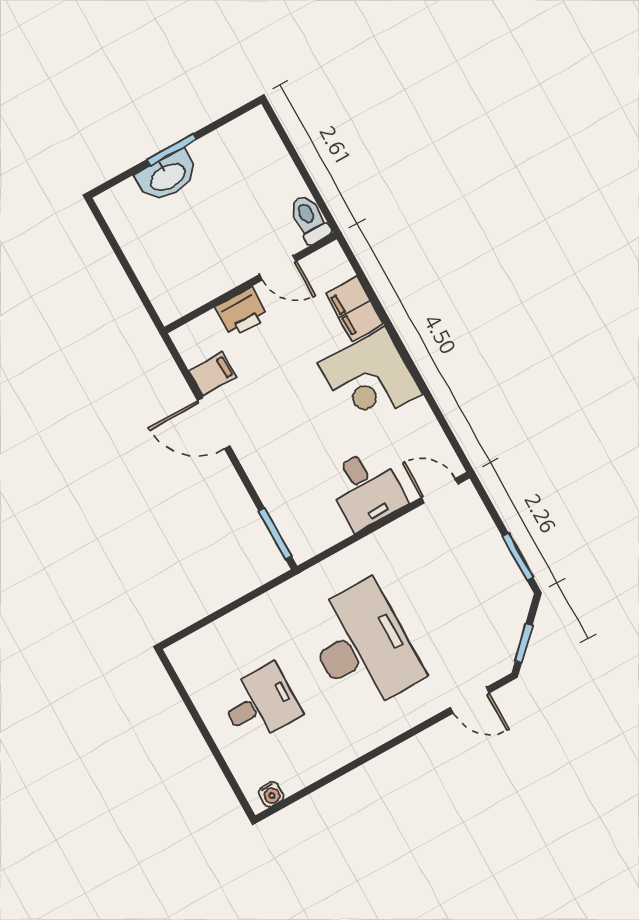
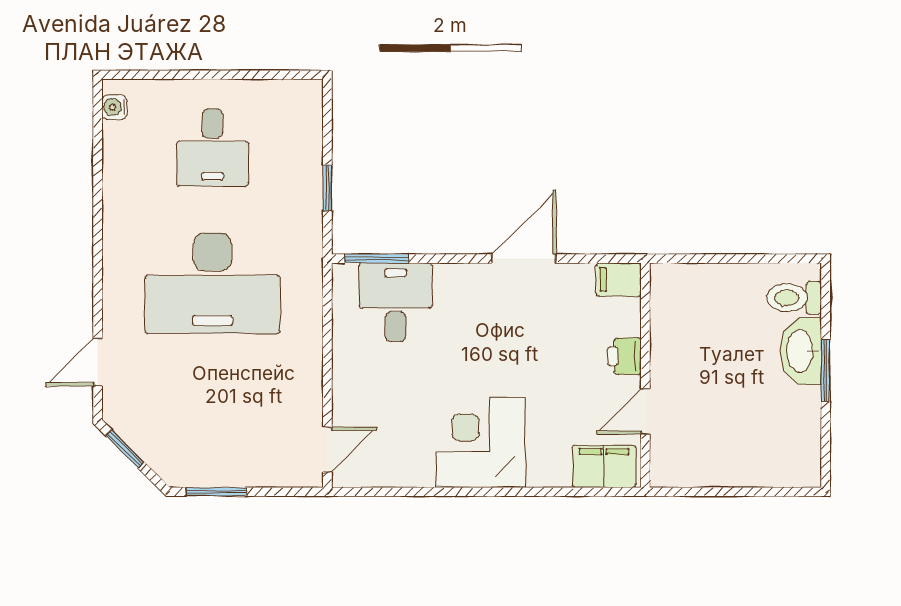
toilet: (309, 219) -> (794, 298), moved, turned 180
filing cabinet: (355, 309) -> (604, 466), moved
printer: (242, 312) -> (624, 356), width x0.73, depth x0.81
filing cabinet: (212, 374) -> (619, 280), moved, turned 90
desk: (366, 489) -> (395, 302), moved, turned 90
window: (243, 600) -> (327, 188), added

